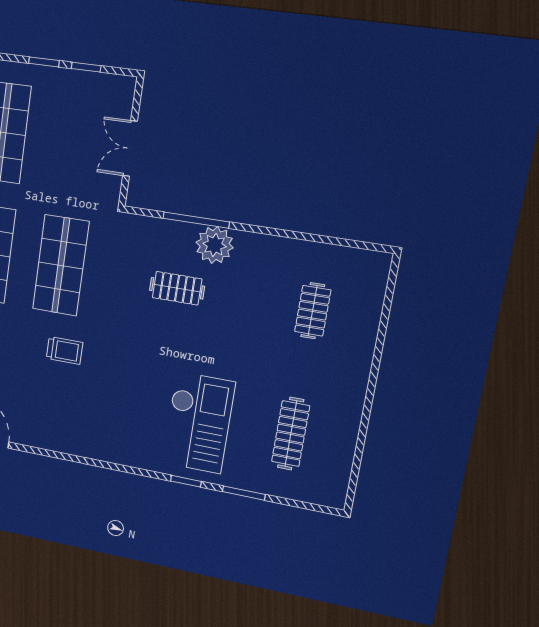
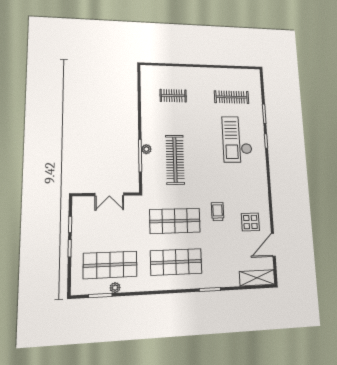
plant: (215, 245) -> (146, 149), width x0.53, depth x0.53
clothes rail: (177, 288) -> (175, 160), width x1.86, depth x1.31
display table: (36, 408) -> (250, 222), added
checkout: (198, 423) -> (237, 139), turned -90

